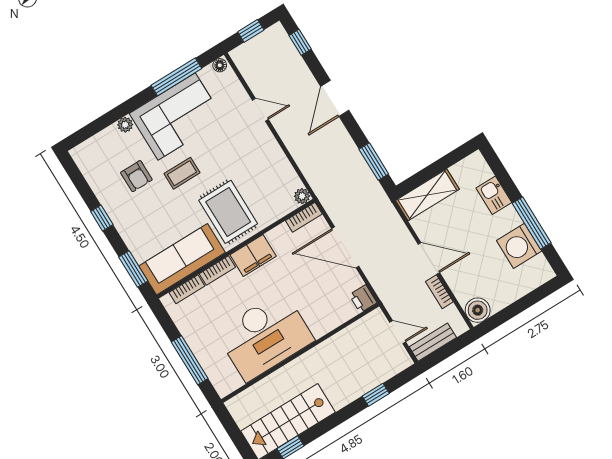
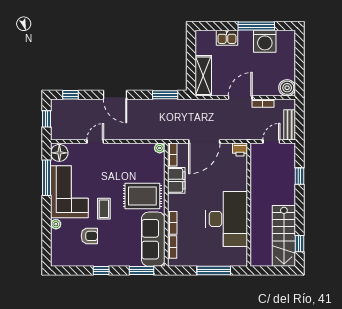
floor lamp: (220, 65) -> (59, 153), width x1.89, depth x1.89
filing cabinet: (253, 256) -> (176, 180), moved

